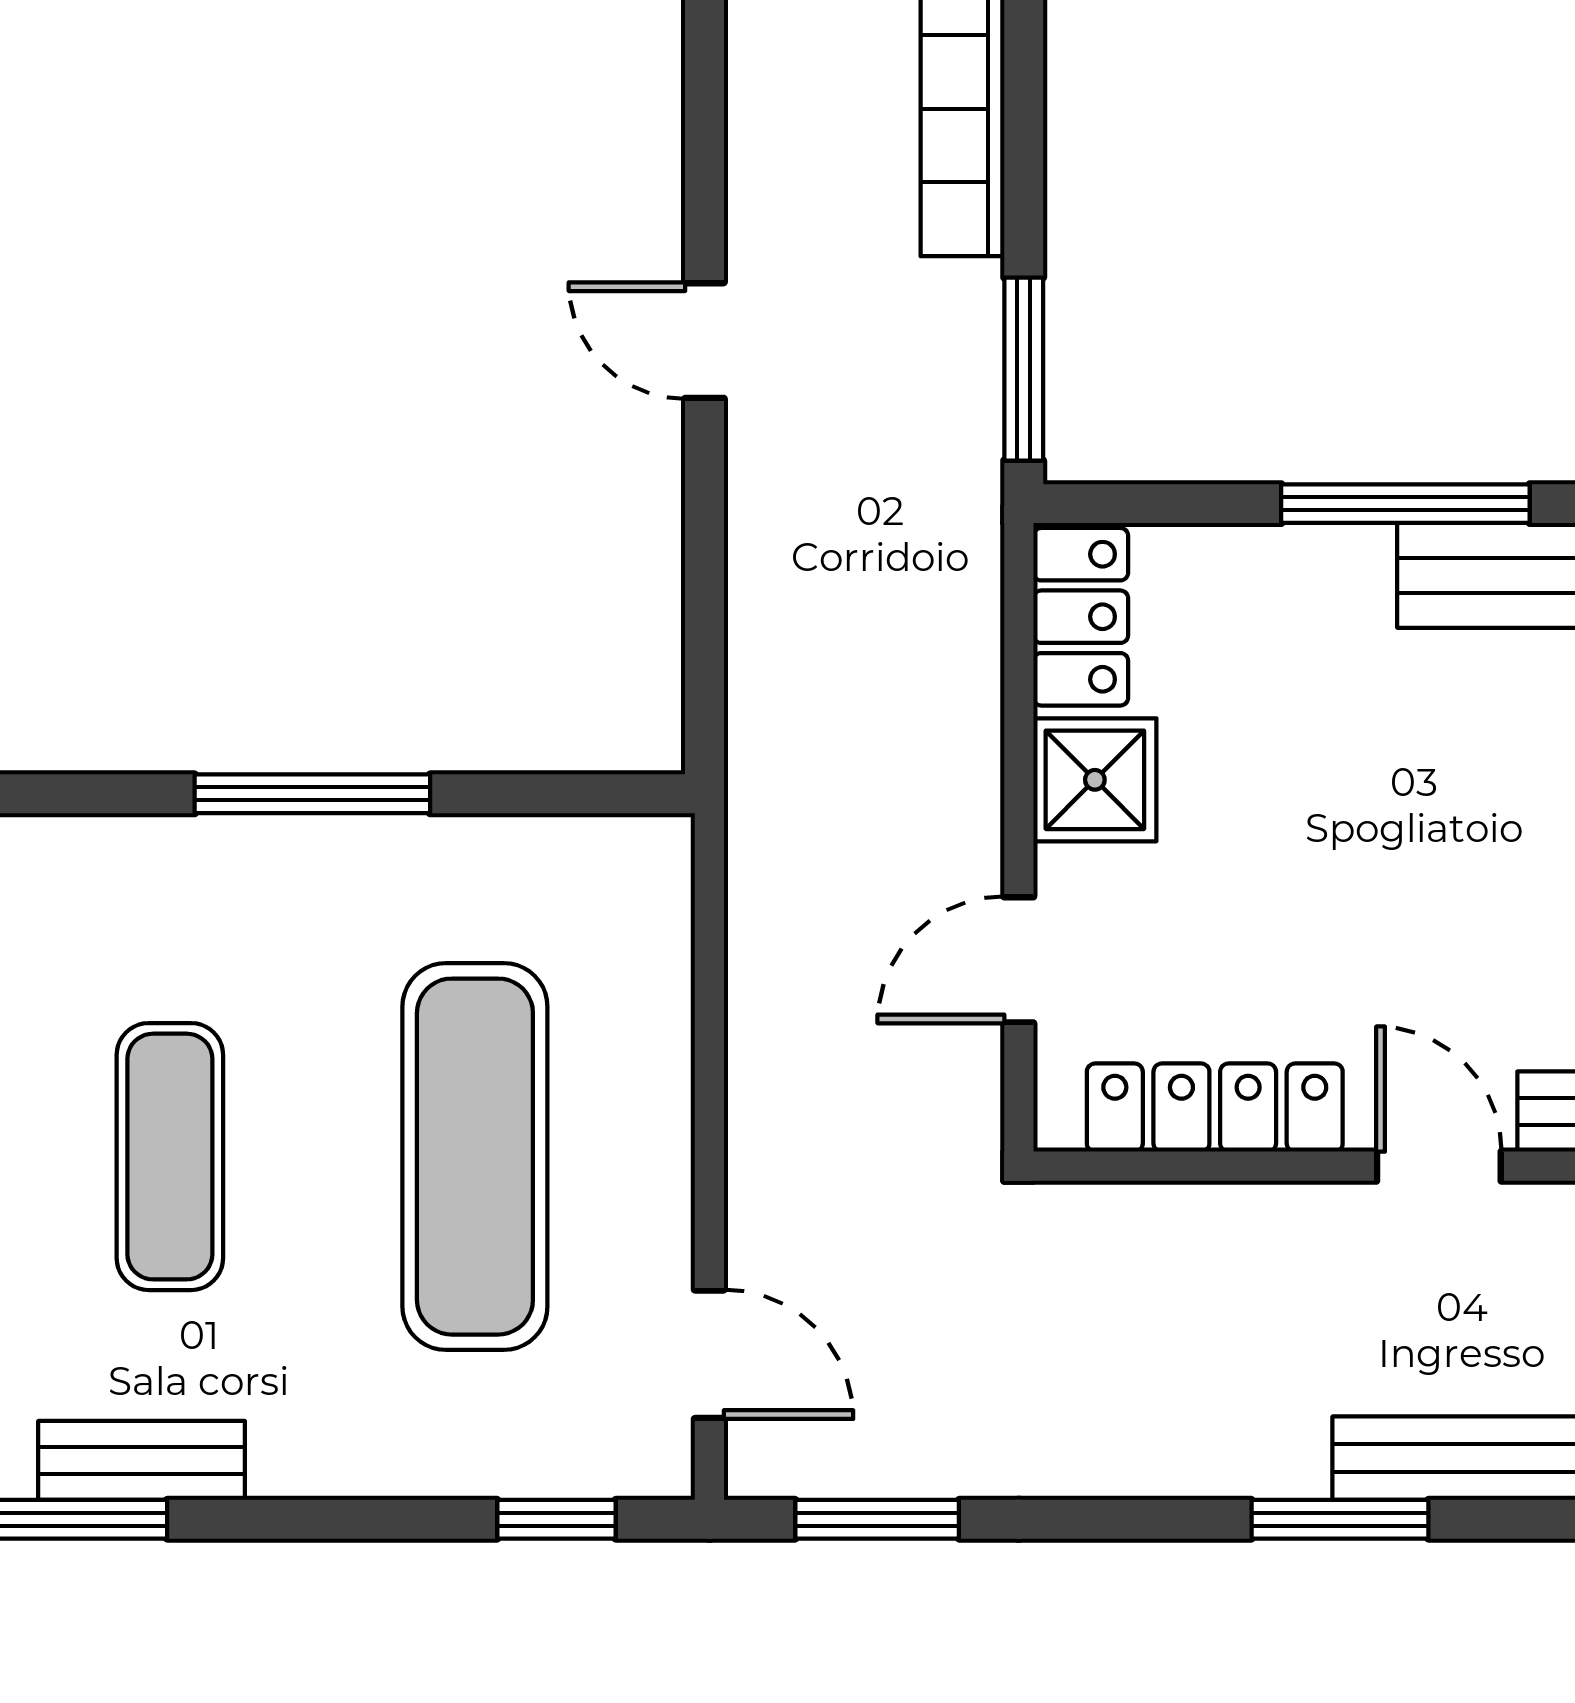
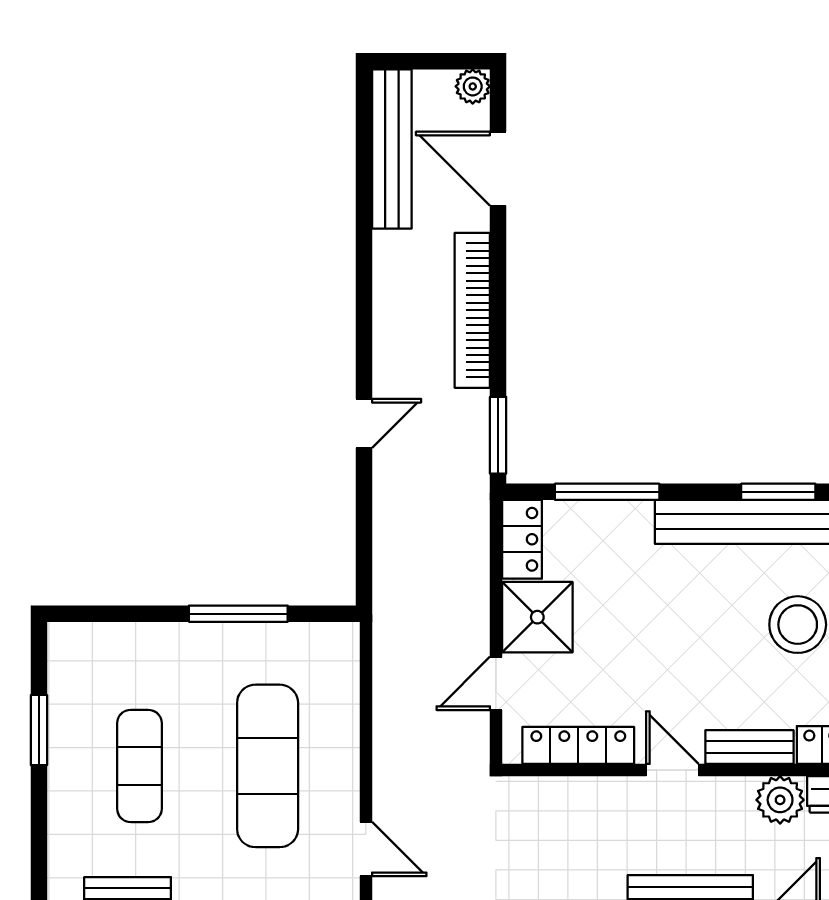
door: (704, 341) -> (364, 423), swing flipped
window: (1405, 504) -> (607, 492), moved
shower: (1095, 780) -> (537, 617), width x1.36, depth x1.36
window: (312, 794) -> (238, 614), moved

